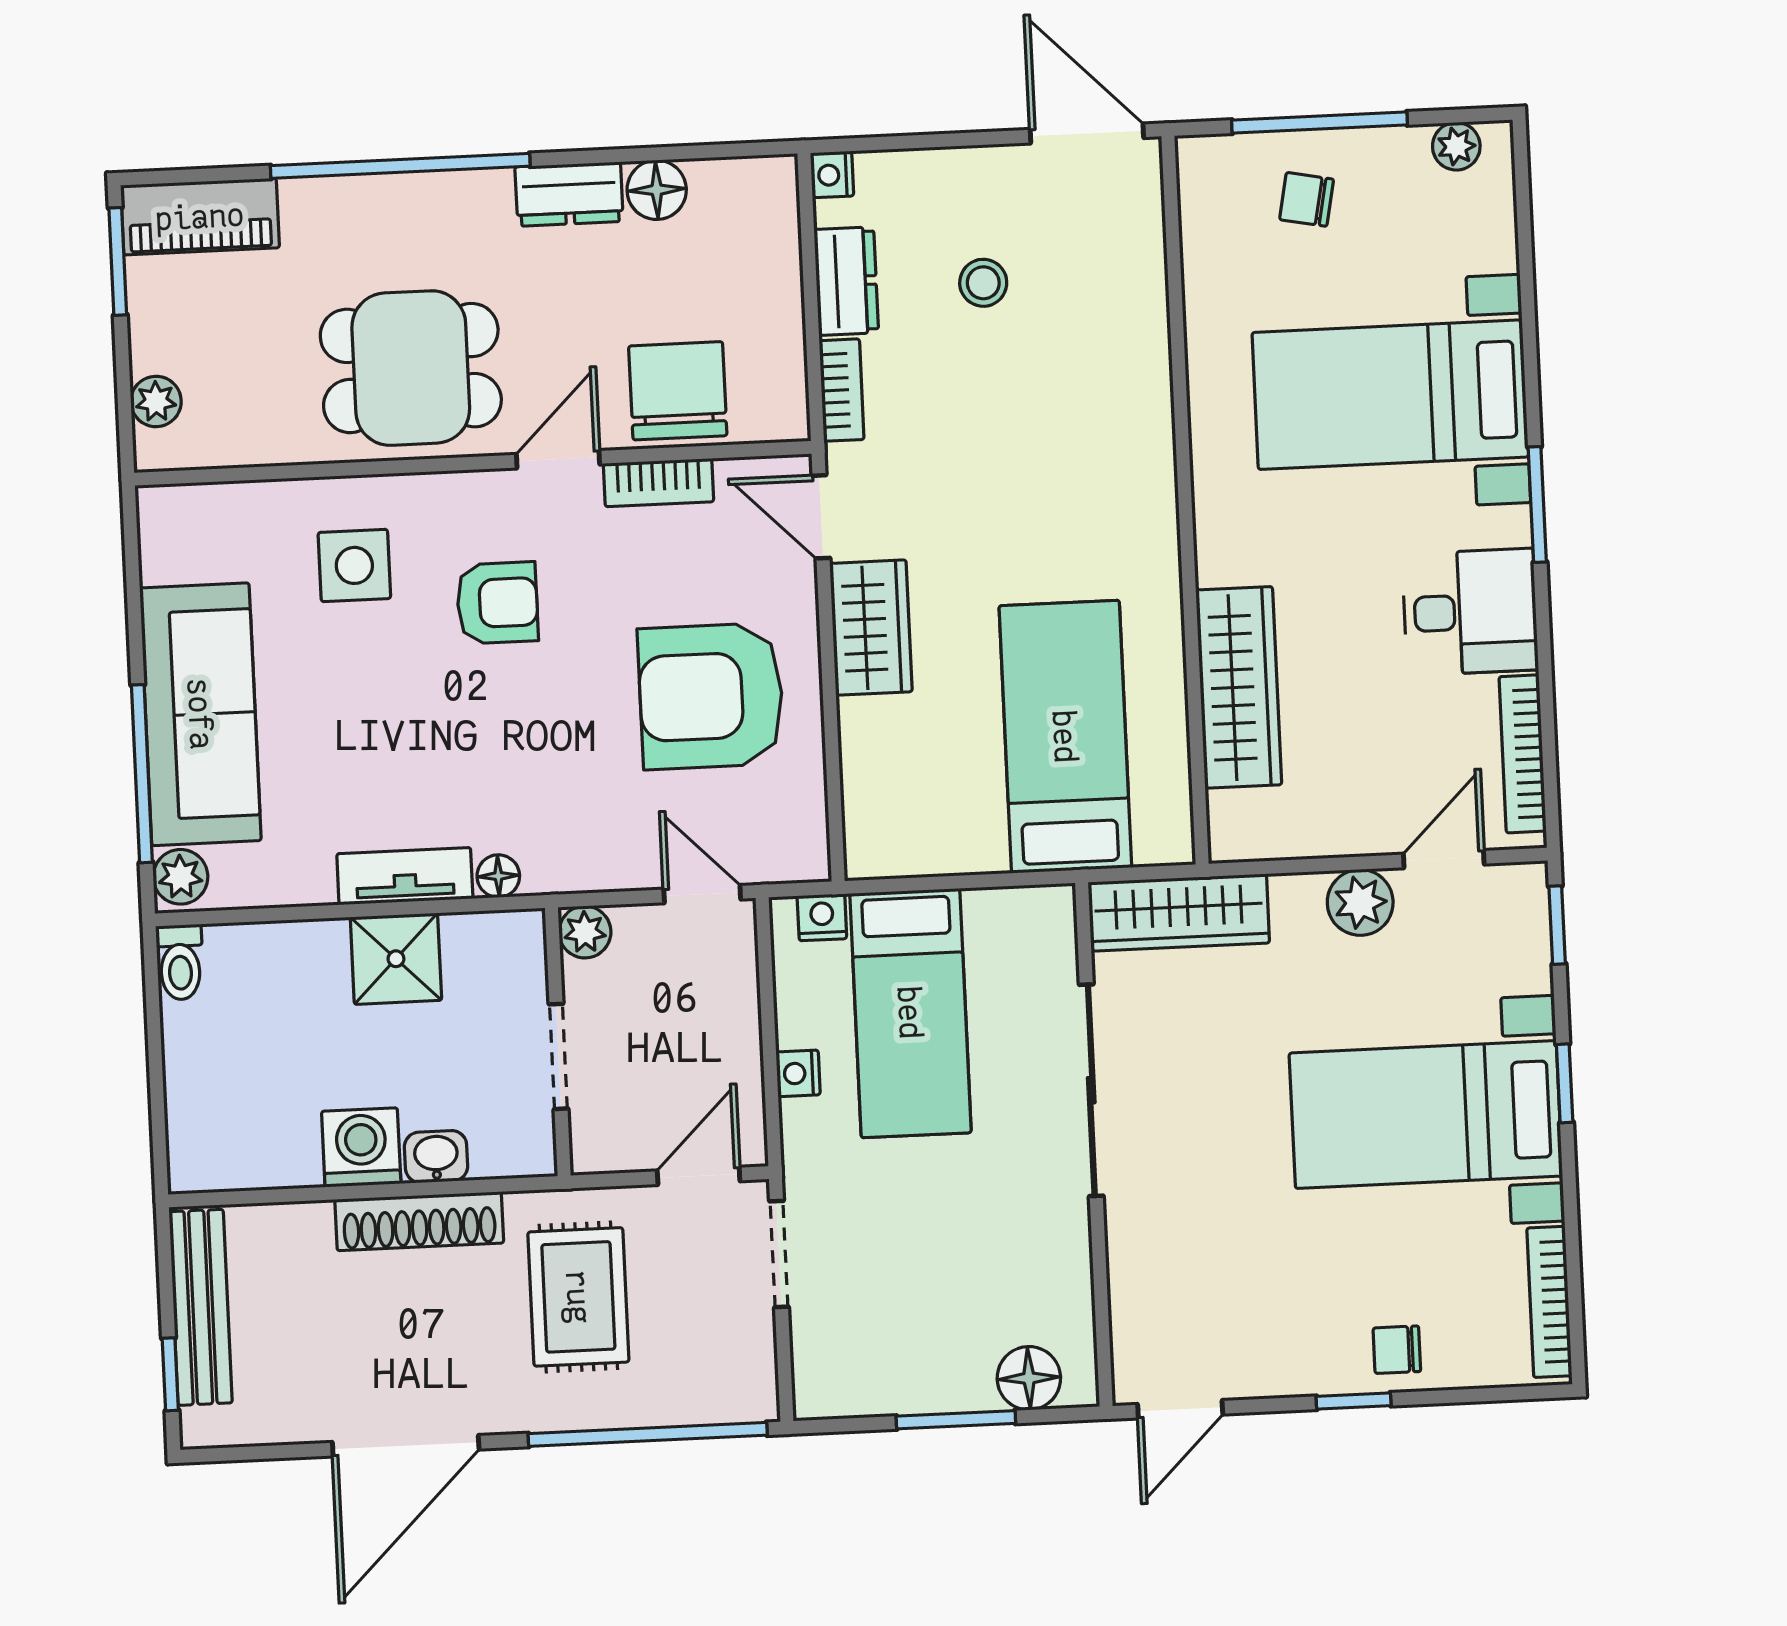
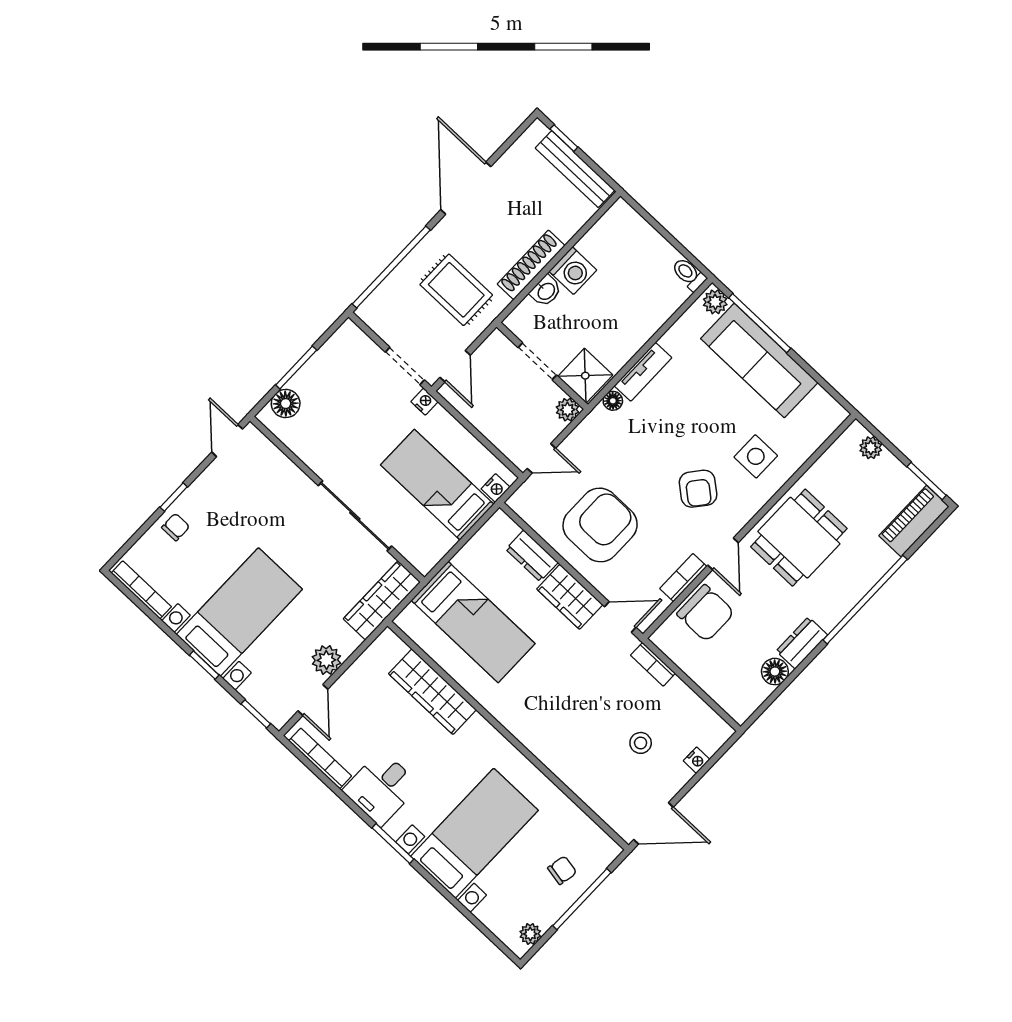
nightstand: (832, 175) -> (697, 760), moved, turned 90
dresser: (846, 281) -> (532, 556), moved
armchair: (497, 603) -> (698, 489), turned -51
shower: (396, 959) -> (585, 376), moved
nightstand: (798, 1073) -> (425, 402), moved

